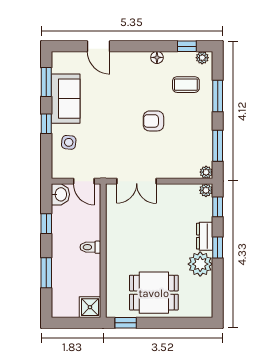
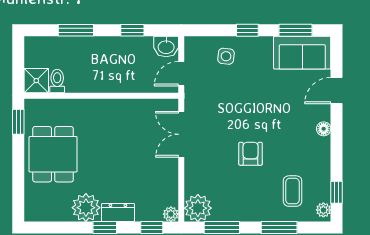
floor lamp: (157, 57) -> (324, 129), moved
sofa: (66, 99) -> (302, 53), moved
plant: (206, 172) -> (198, 208), width x1.87, depth x1.87
toilet: (90, 247) -> (57, 81), moved

